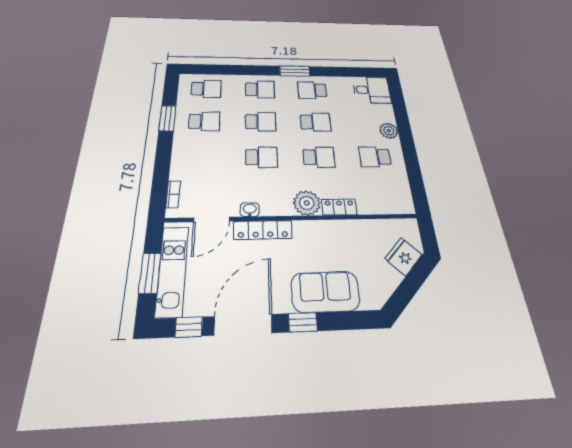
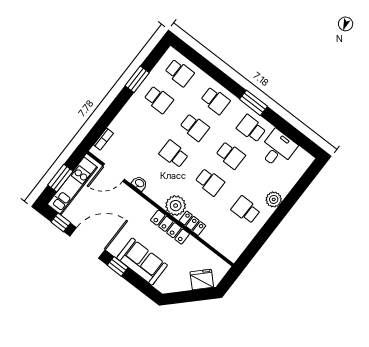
desk: (372, 90) -> (278, 149), moved, turned -90
school desk: (261, 157) -> (174, 154), turned 180
locker: (263, 230) -> (170, 227), moved

